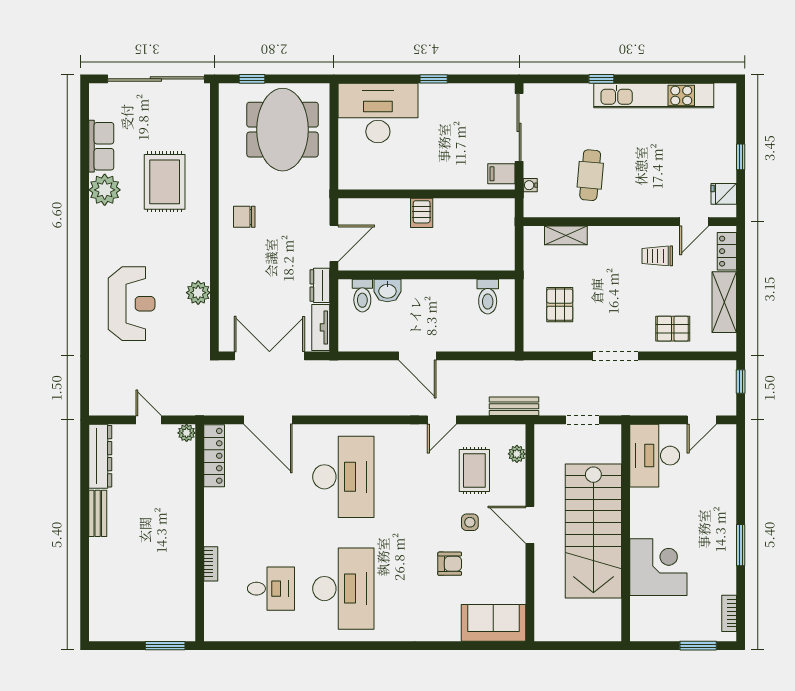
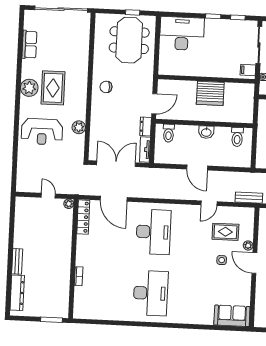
window: (252, 79) -> (133, 12), moved
window: (479, 79) -> (238, 17), added
rug: (165, 182) -> (53, 88), moved
plant: (105, 190) -> (29, 88), moved
server rack: (422, 213) -> (210, 93), width x2.18, depth x1.44
washbasin: (387, 291) -> (206, 132), moved
reception desk: (132, 304) -> (42, 132), turned 90
plant: (517, 454) -> (248, 246), moved
dresser: (100, 456) -> (17, 293), moved
rug: (474, 470) -> (225, 232), turned 90
bench: (98, 513) -> (17, 261), moved
armchair: (450, 564) -> (210, 282), removed
desk: (271, 589) -> (111, 291), removed

